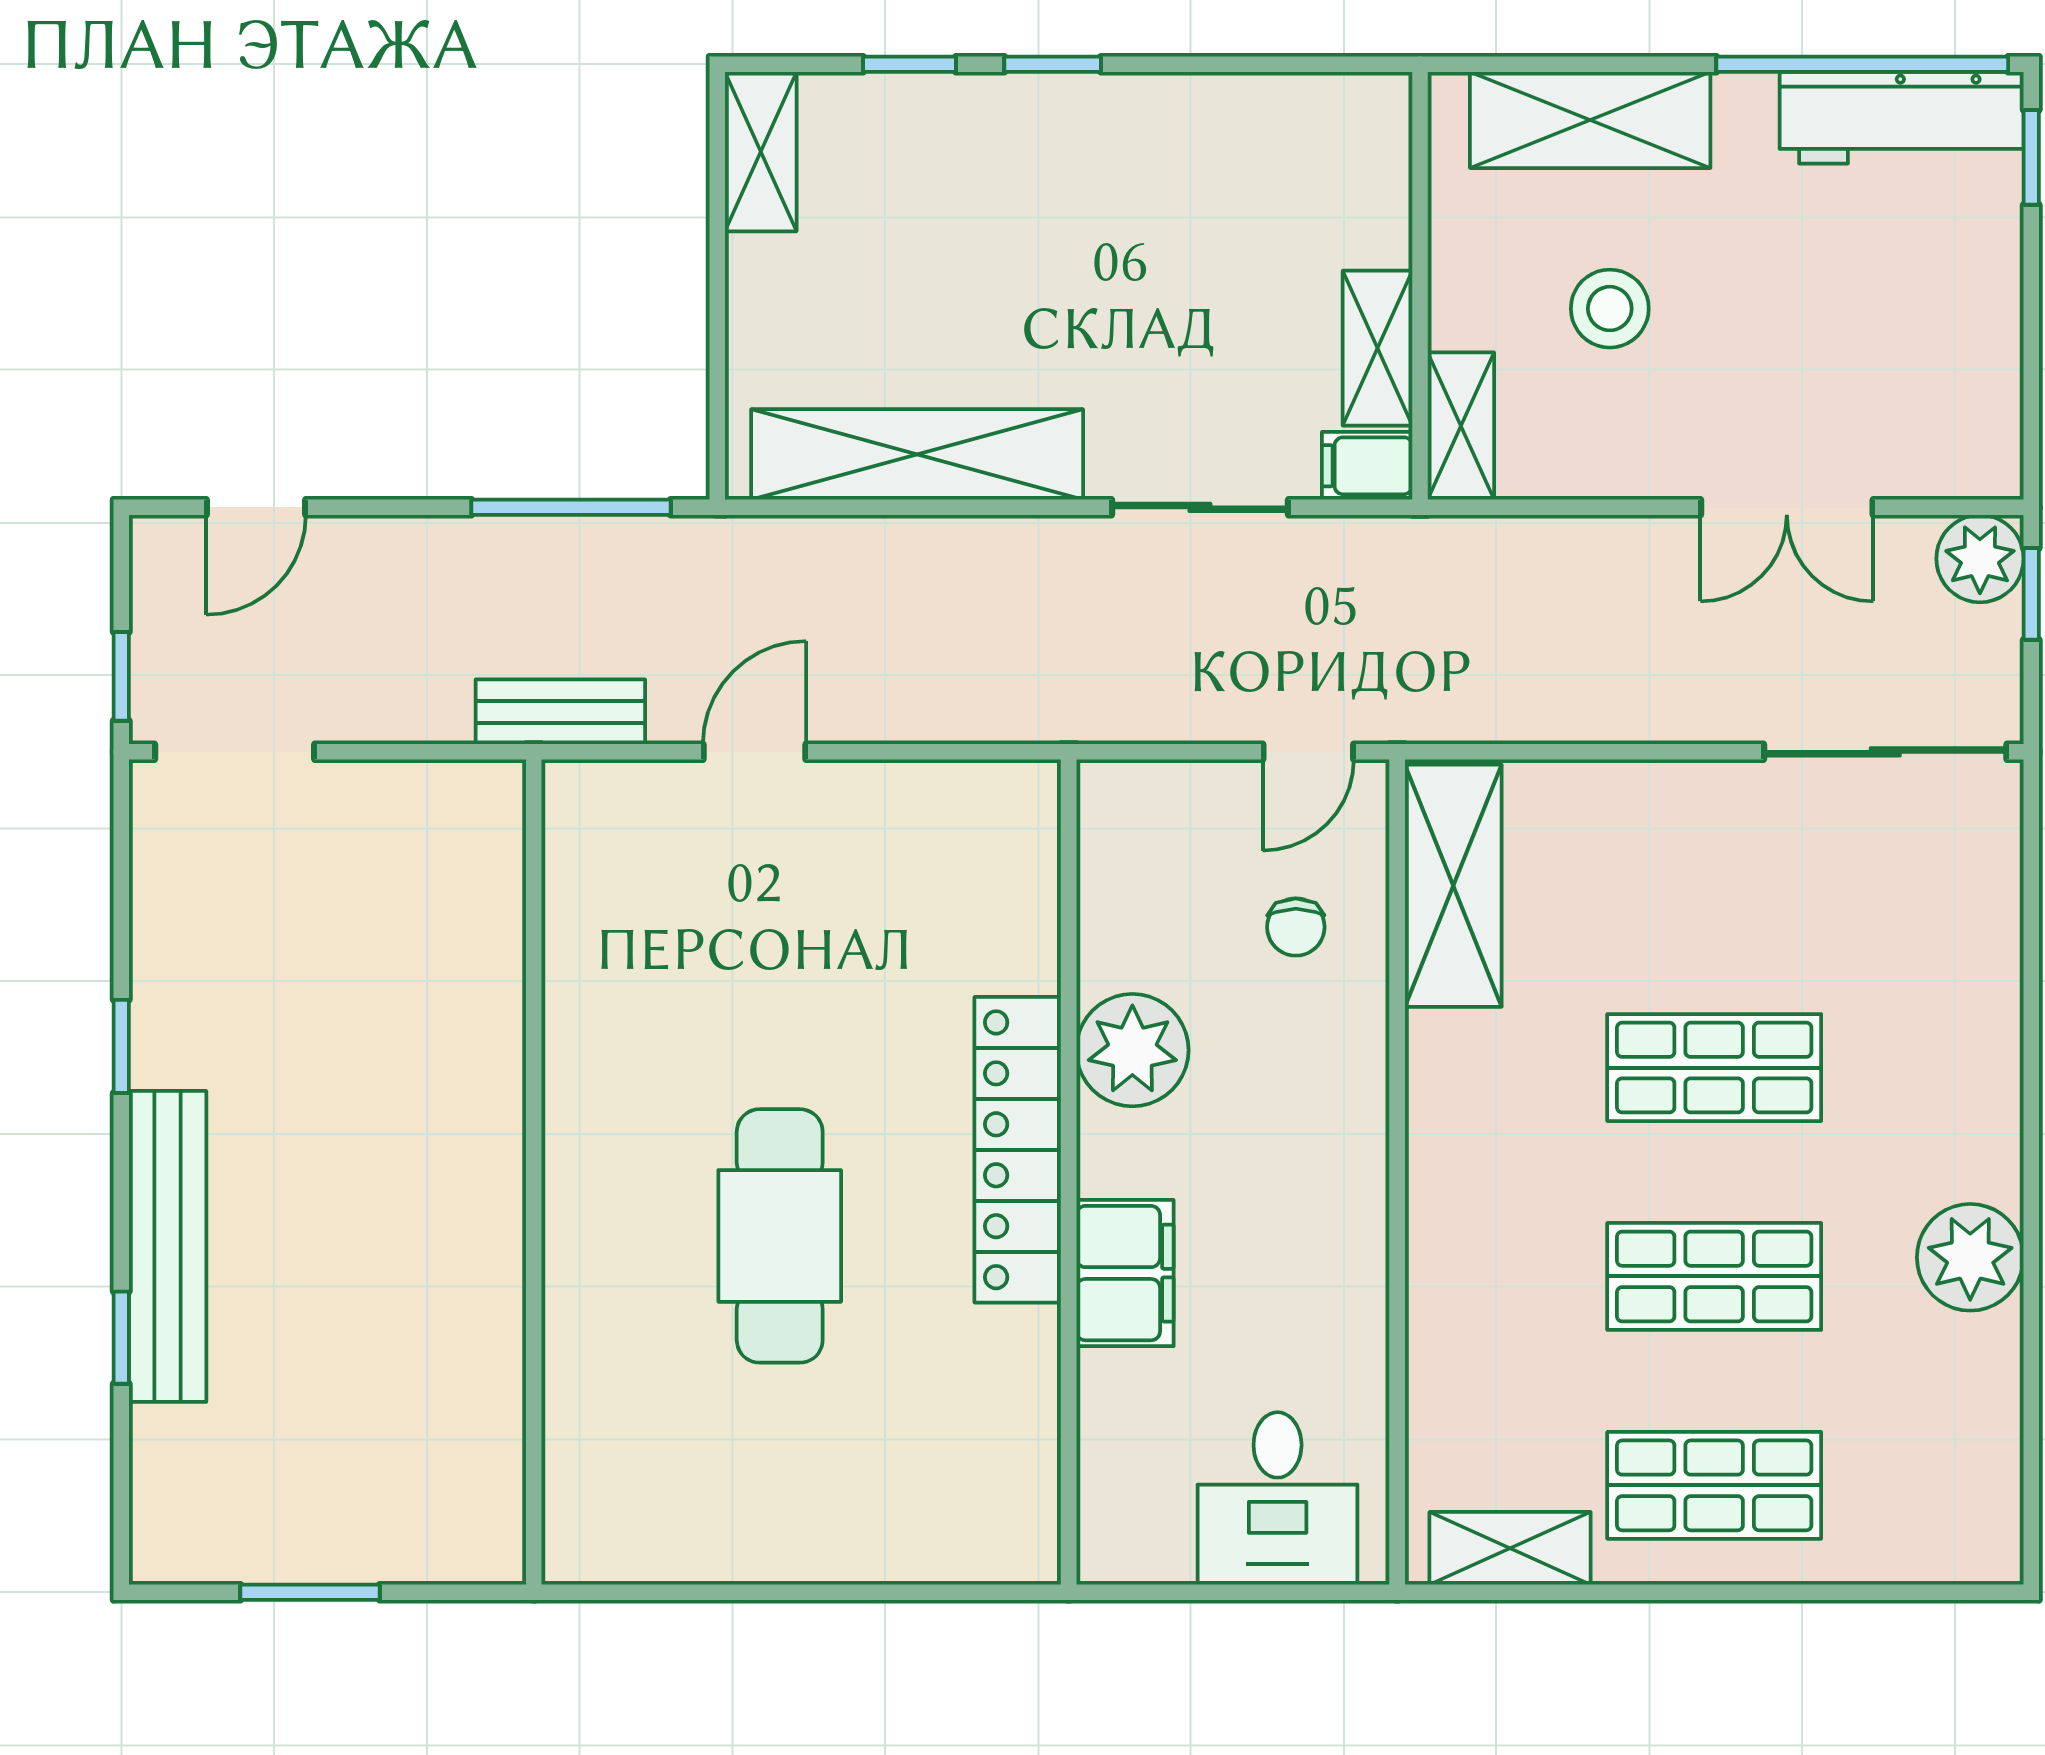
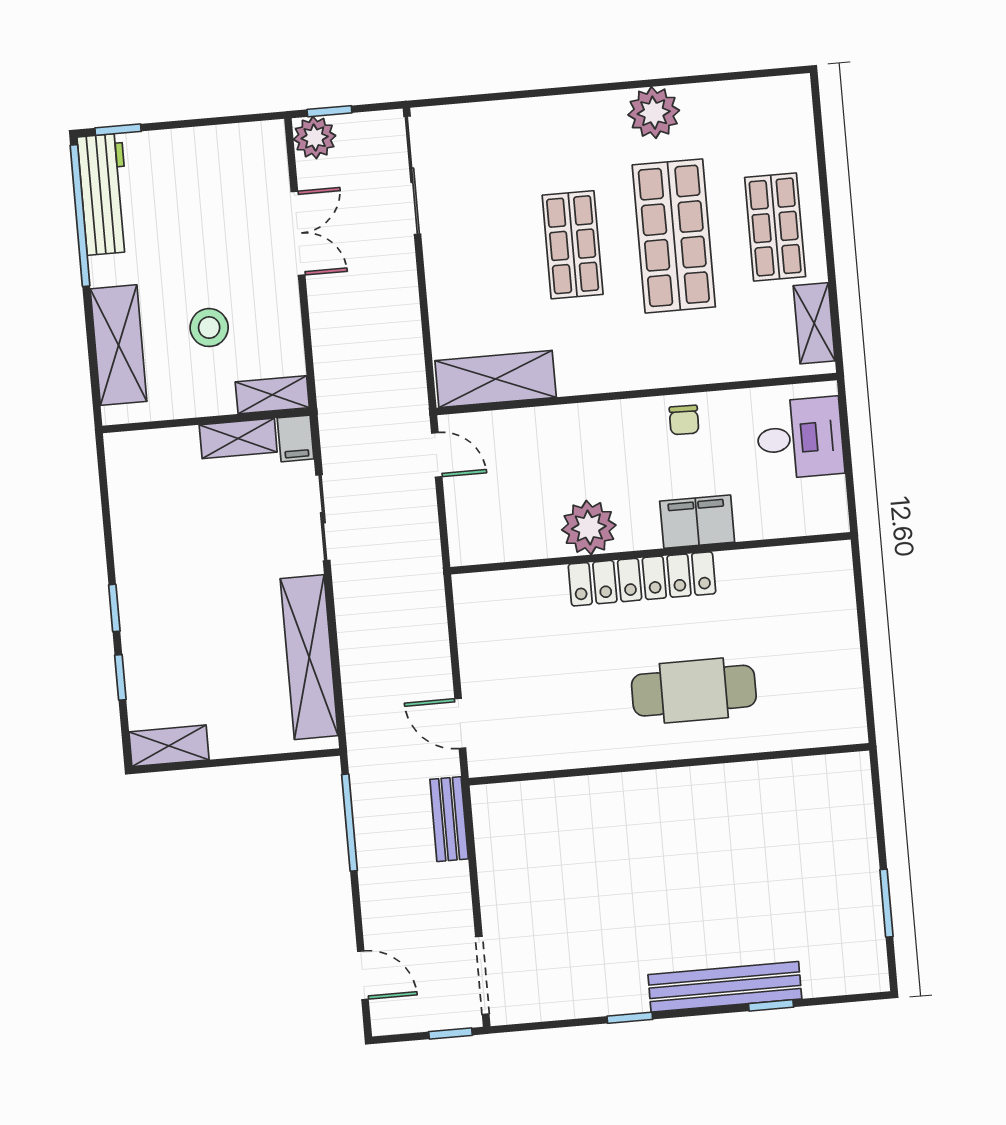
chair: (1296, 927) -> (684, 420), moved, turned 91
wall: (534, 1172) -> (669, 764), moved
shop shelf: (1714, 1276) -> (674, 236), width x1.43, depth x1.36

